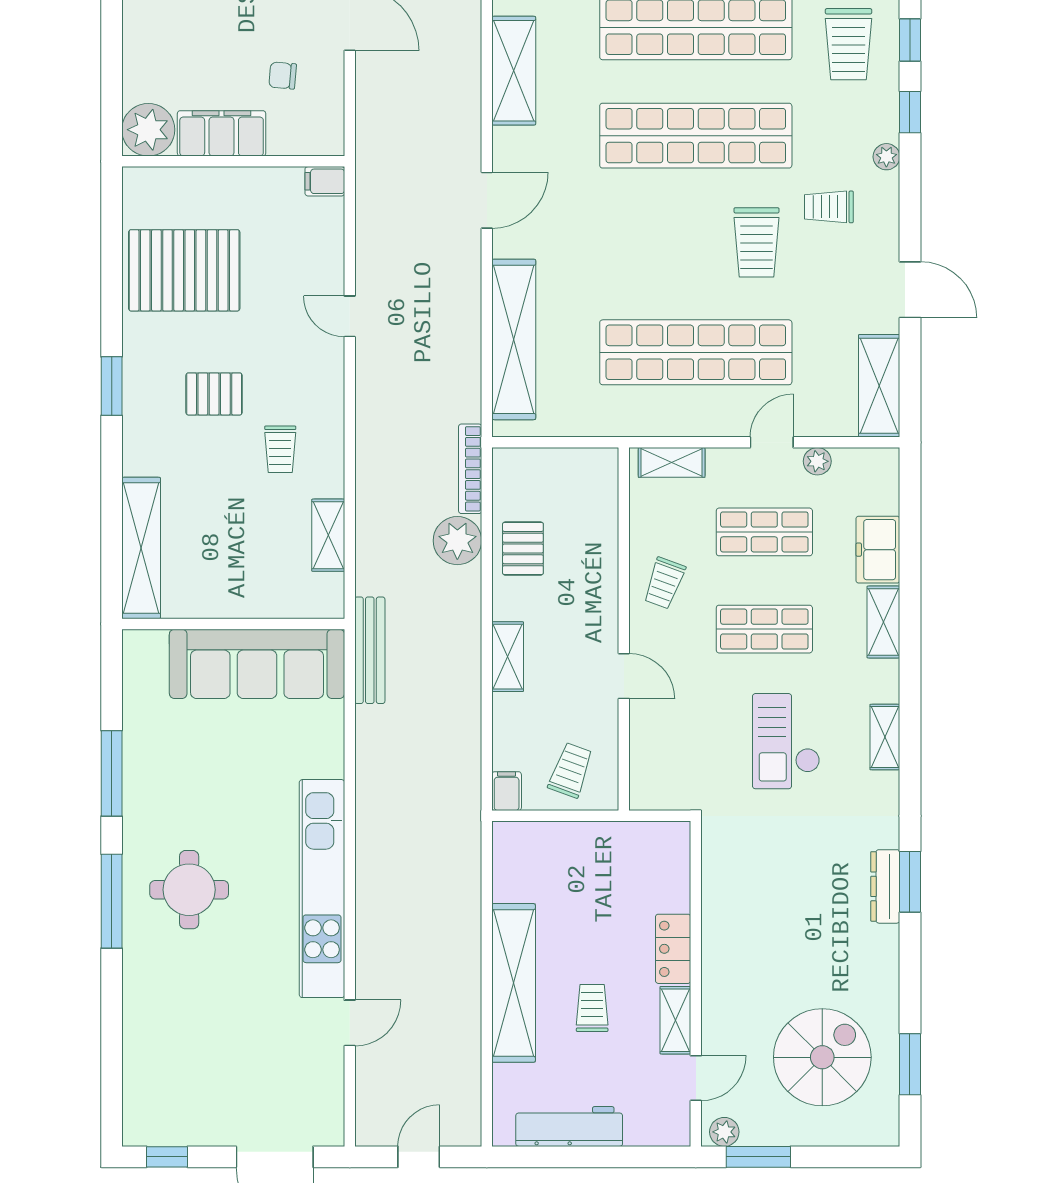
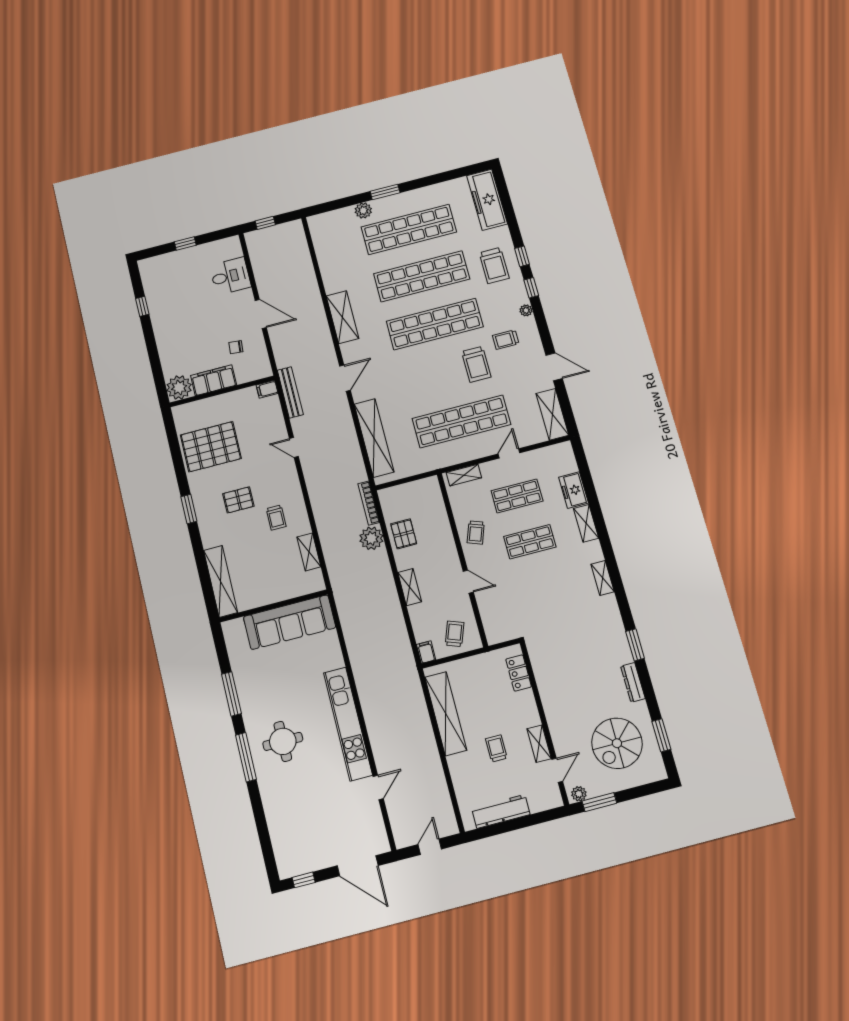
plant: (817, 461) -> (533, 457), removed
bench: (370, 650) -> (290, 392), moved
checkout: (786, 741) -> (555, 592), removed
dresser: (885, 886) -> (633, 682), moved
locker: (673, 949) -> (519, 673), moved
shelving: (514, 983) -> (446, 714), moved
spiral stairs: (822, 1057) -> (617, 743), turned 180

